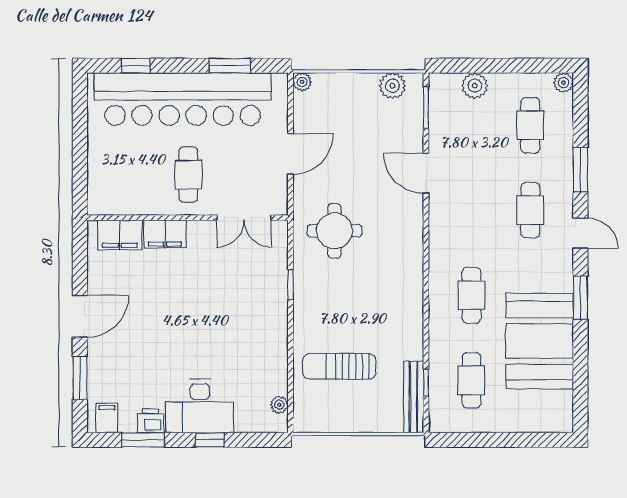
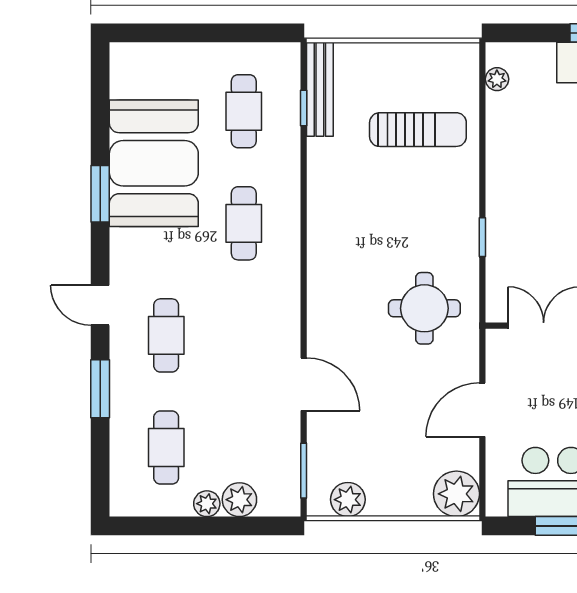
plant: (302, 82) -> (456, 494), width x1.88, depth x1.88
plant: (563, 83) -> (207, 504), moved
window: (580, 298) -> (100, 194), moved

